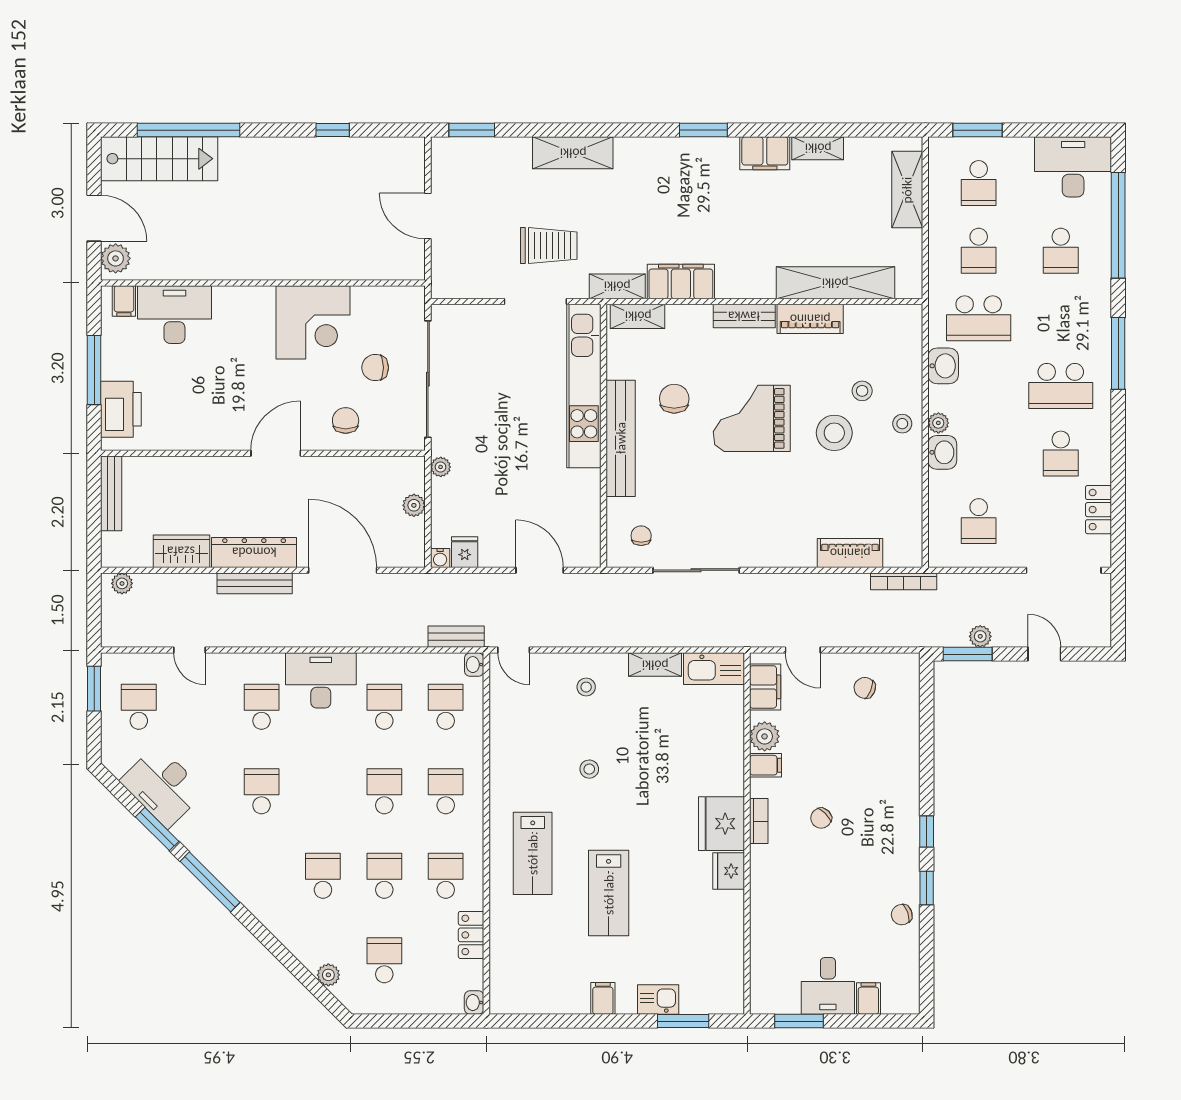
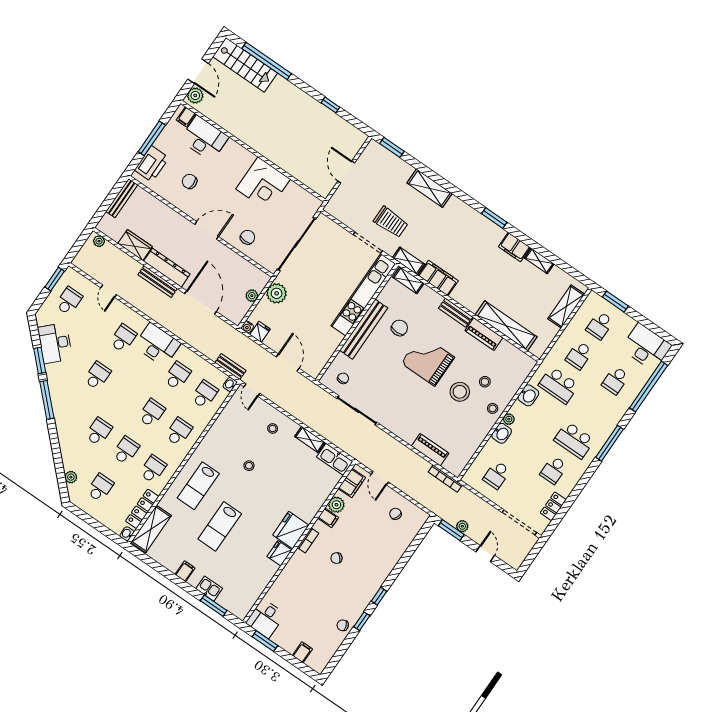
chair: (375, 368) -> (190, 181), moved
plant: (441, 467) -> (277, 293), width x1.87, depth x1.87
locker: (471, 935) -> (142, 509), width x1.53
shelving: (506, 970) -> (151, 529), added
desk: (828, 986) -> (265, 619), moved

